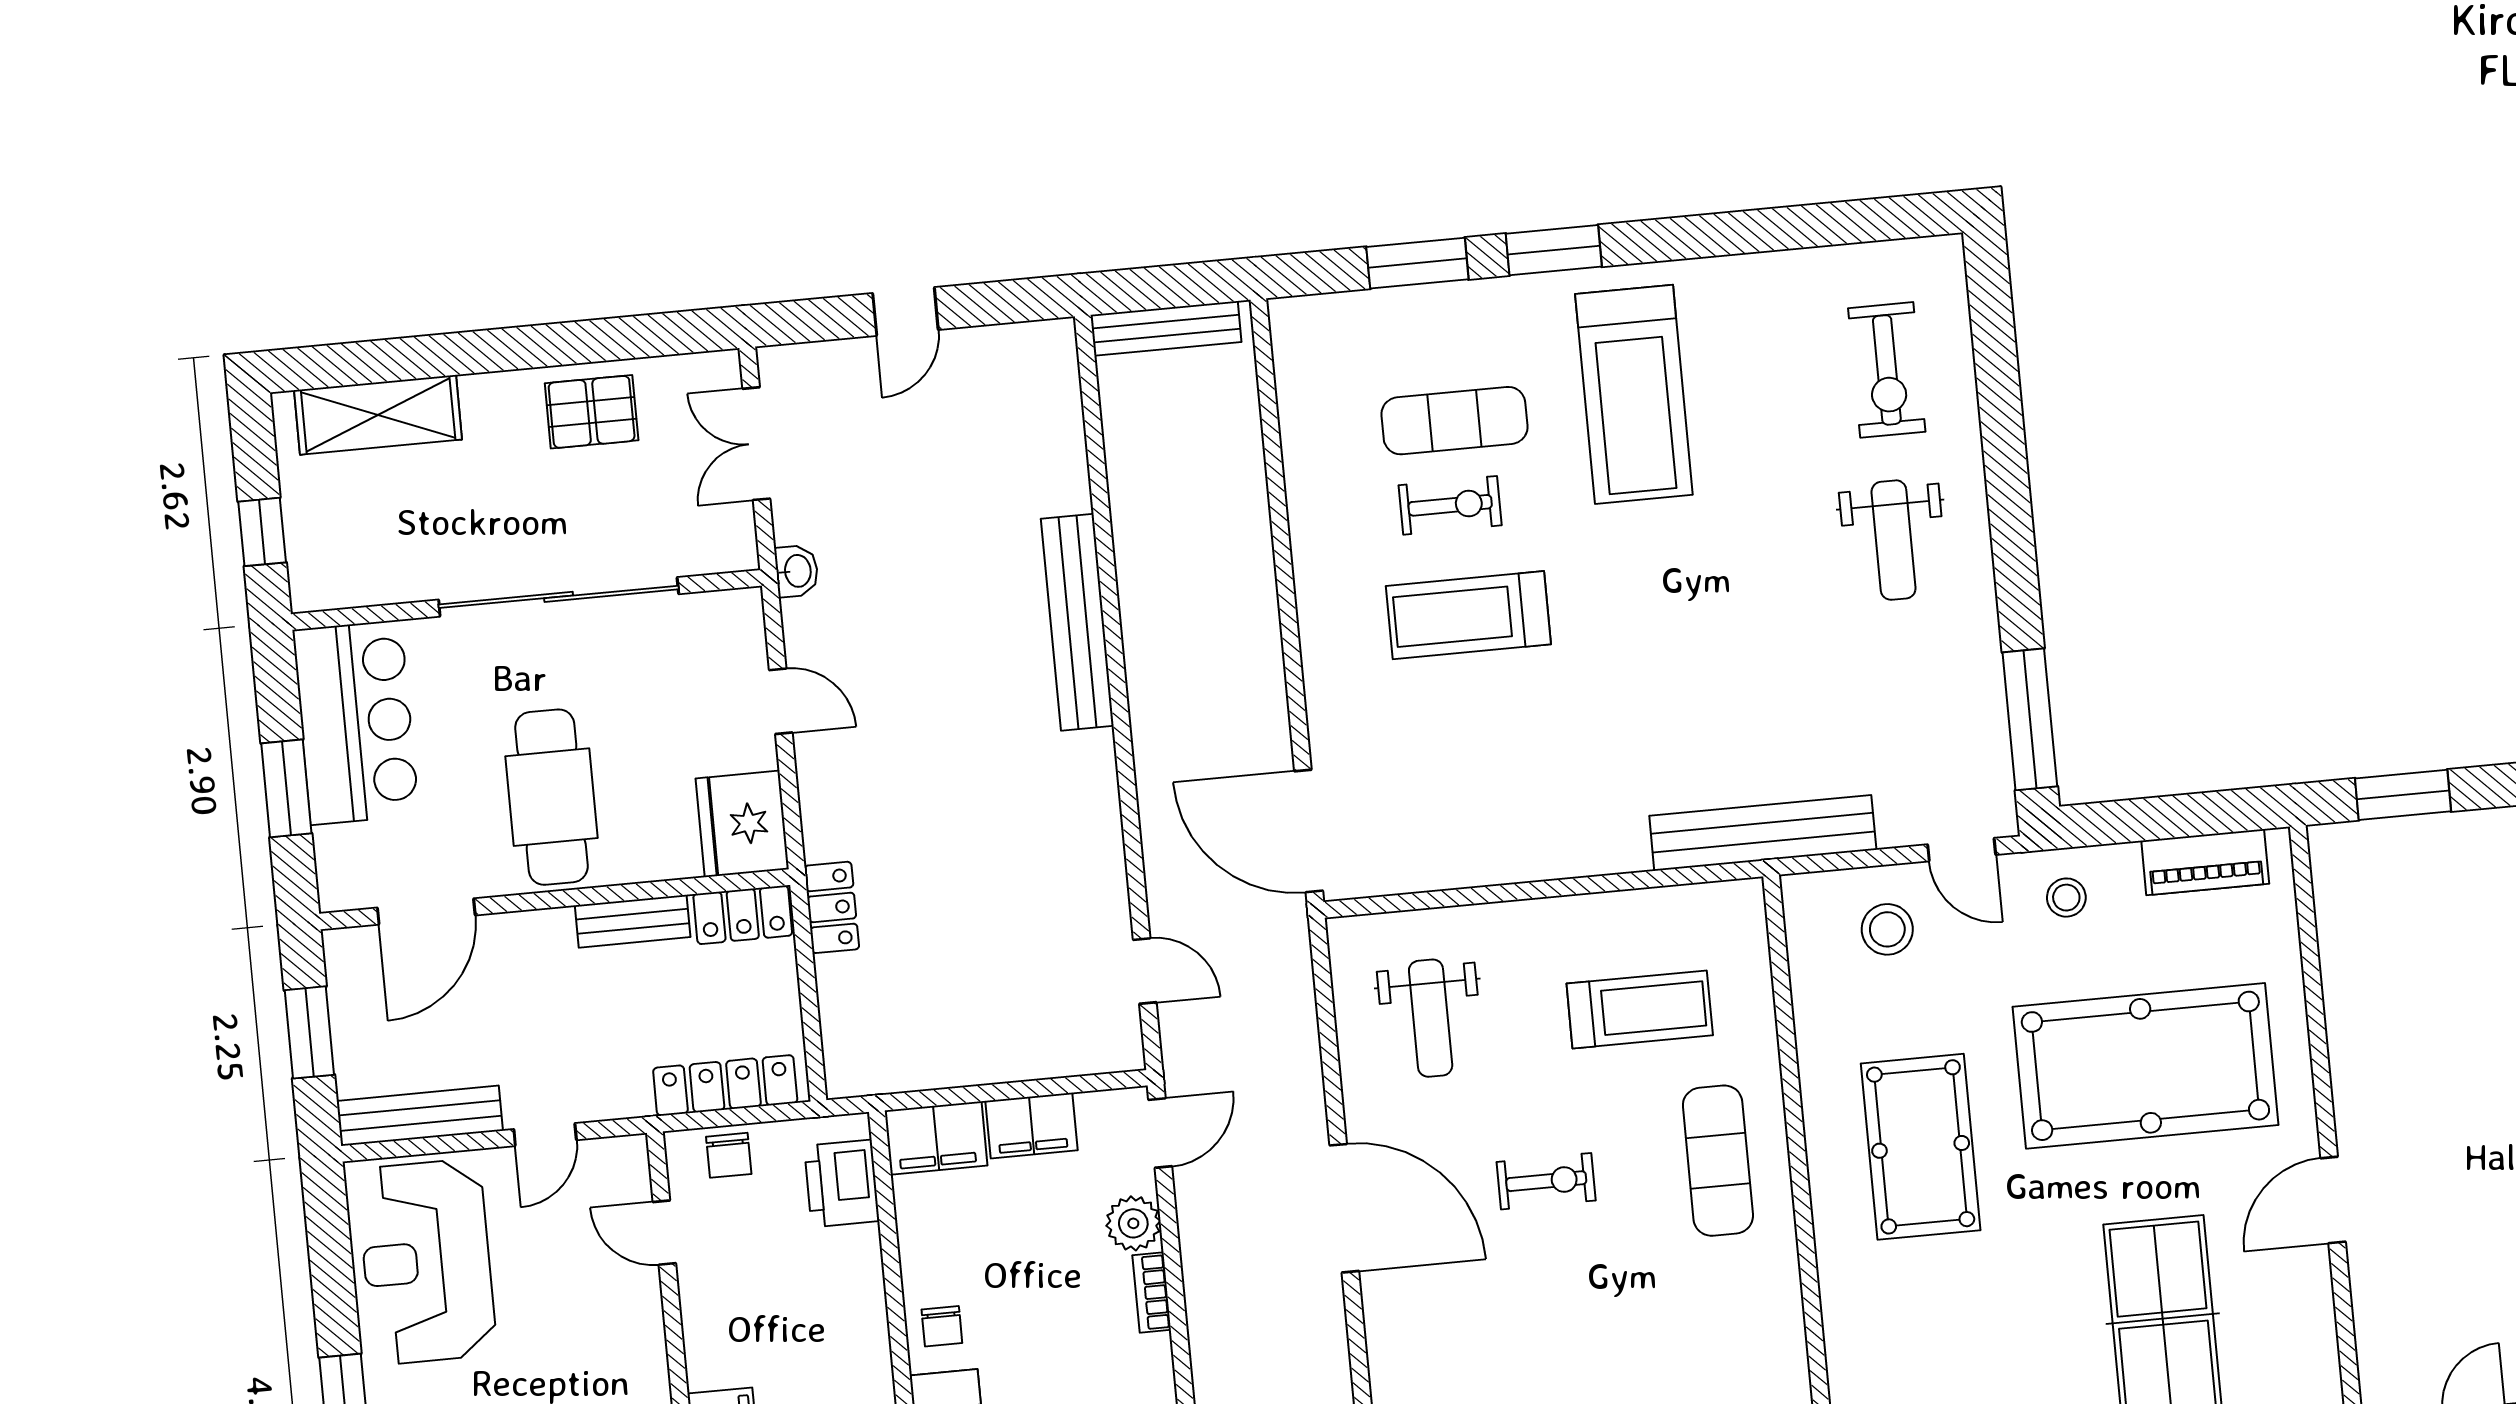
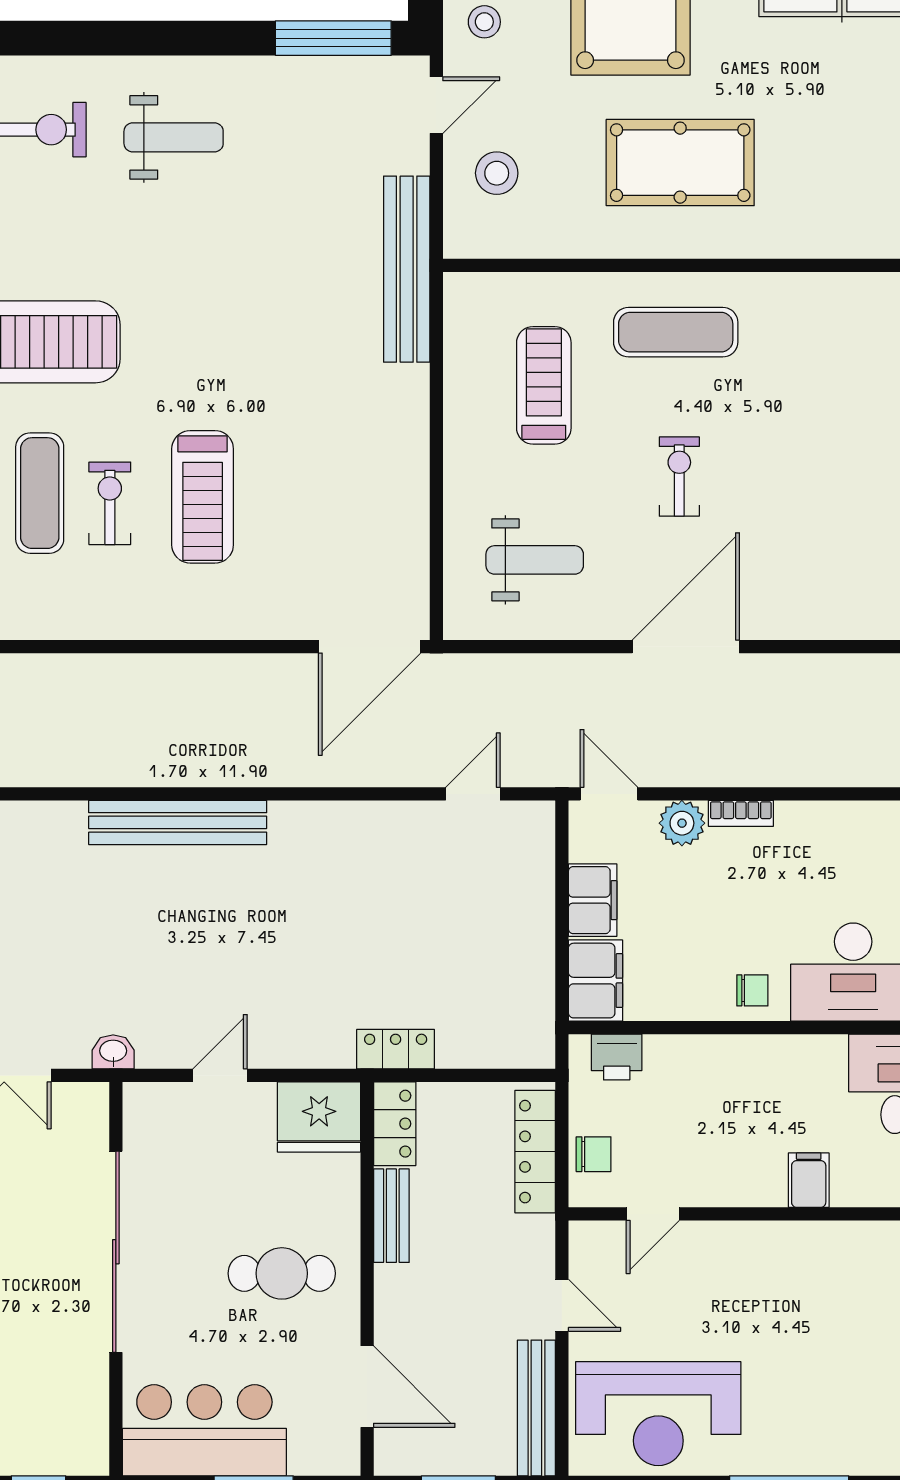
cafe table: (551, 797) -> (282, 1273), width x0.73, depth x0.74
printer: (842, 1183) -> (617, 1057), width x0.73, depth x0.81

